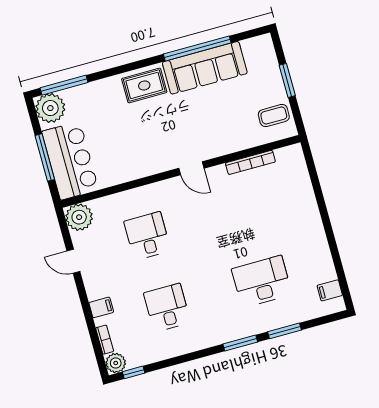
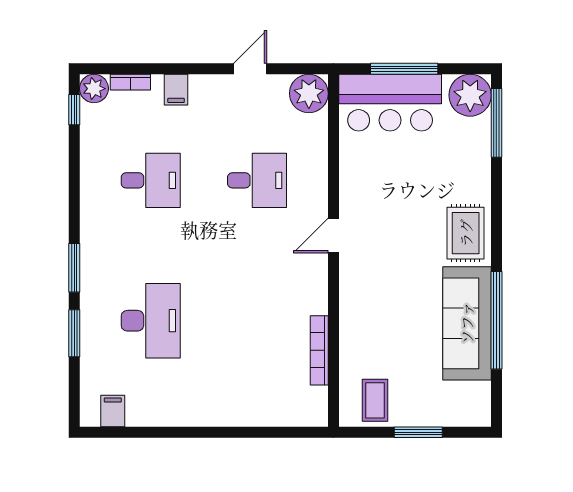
door: (191, 168) -> (333, 236), moved

